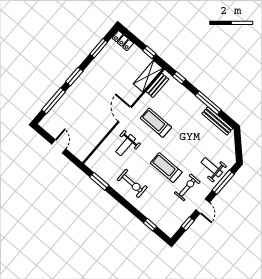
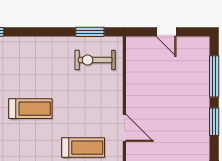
weight bench: (126, 145) -> (95, 95), removed
exercise bike: (132, 183) -> (95, 60), moved

